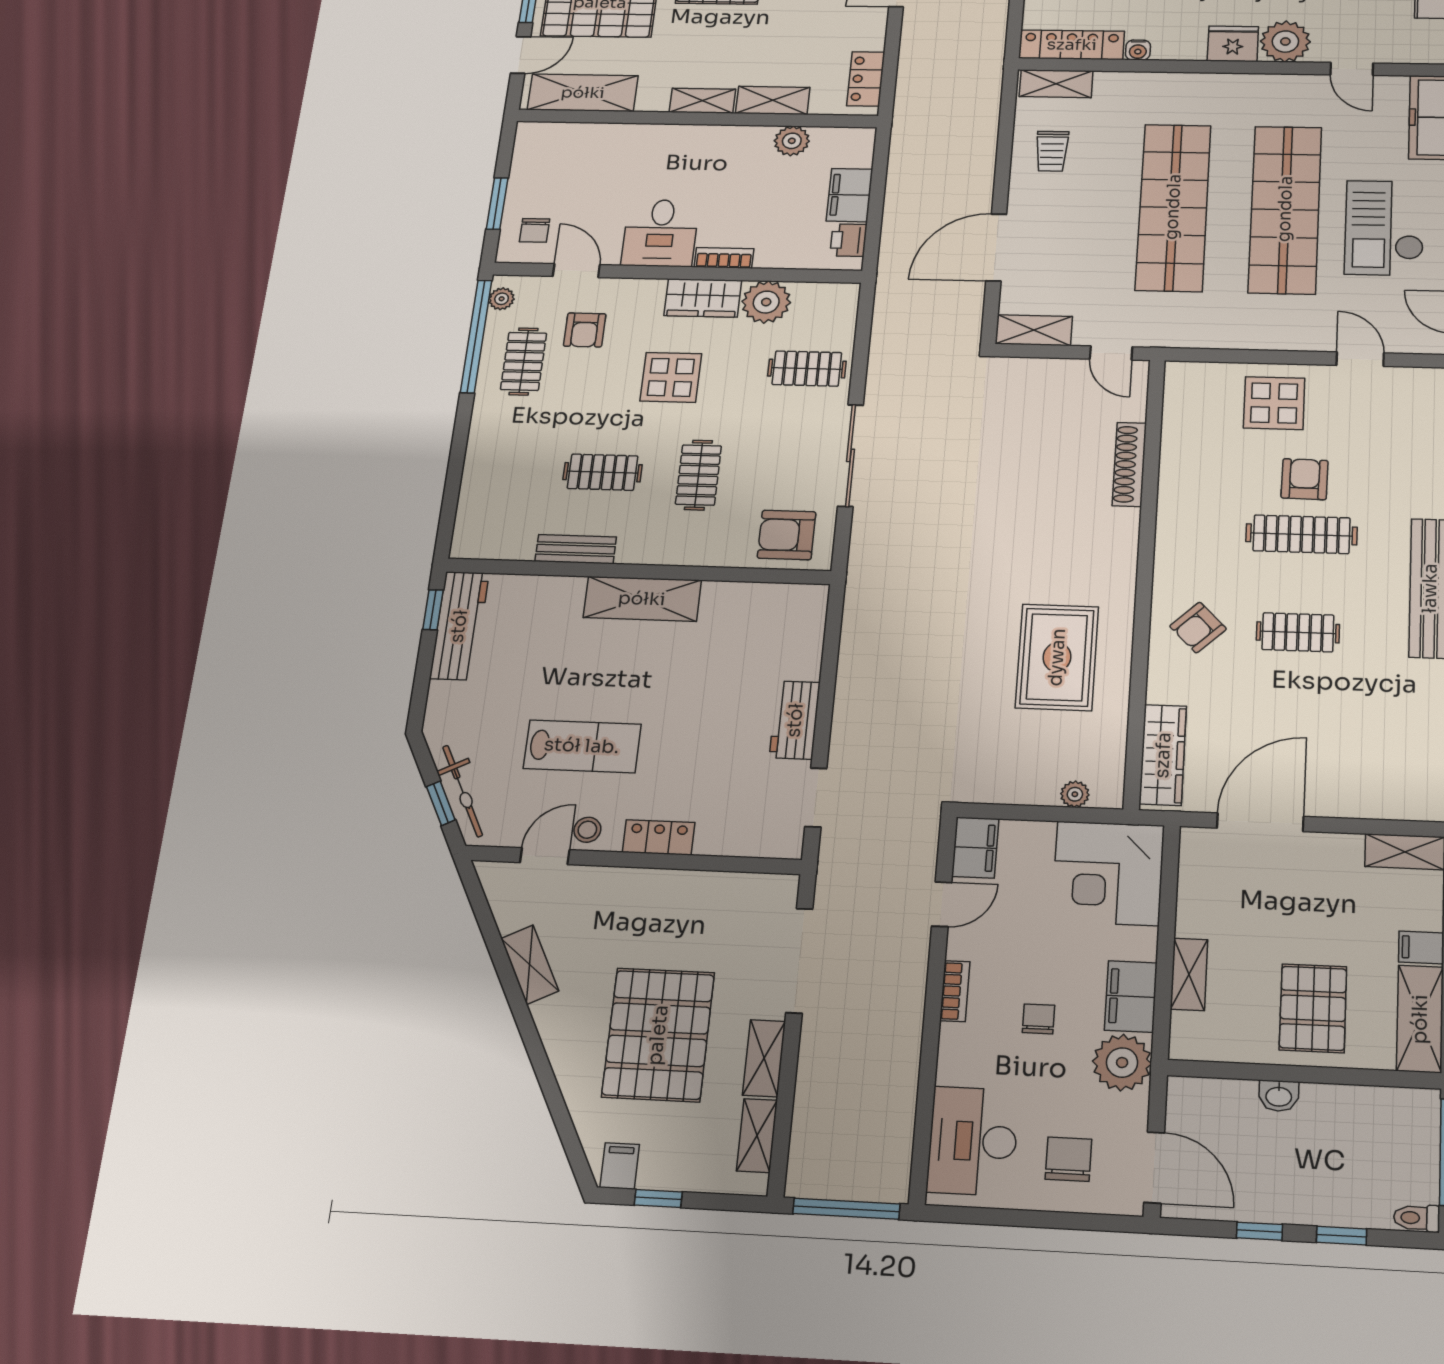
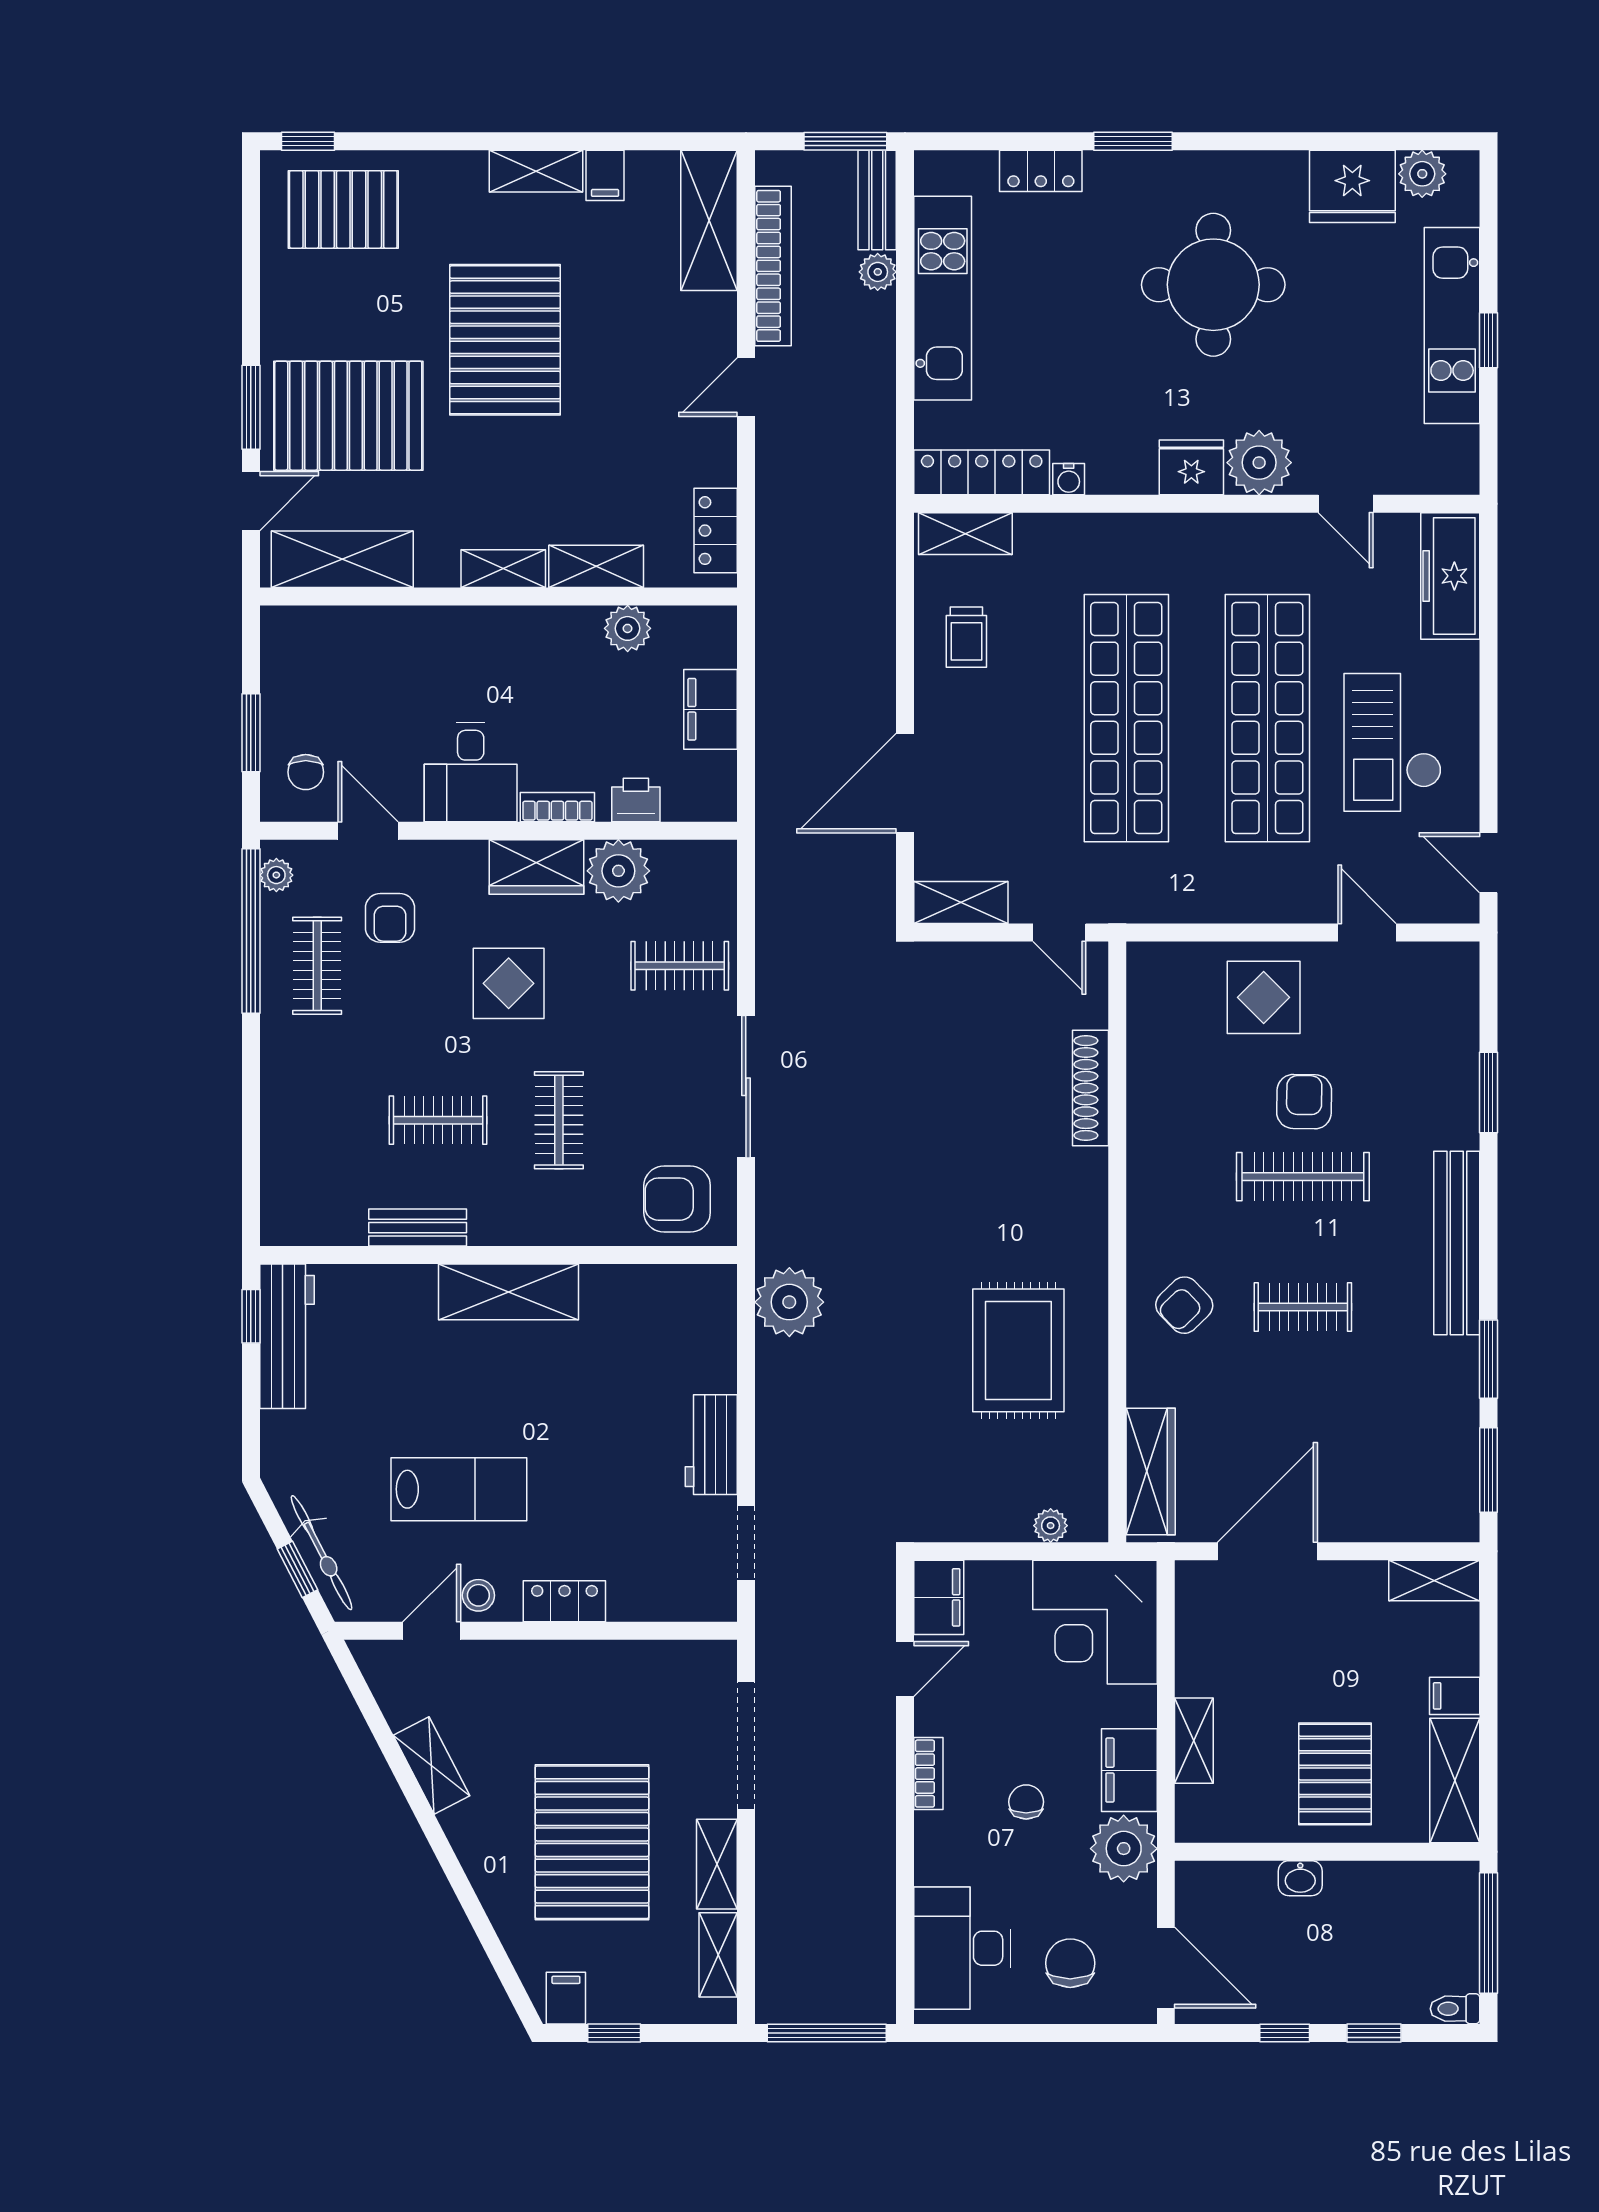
printer: (849, 240) -> (636, 800), moved, turned 90
plant: (870, 614) -> (789, 1302), added

